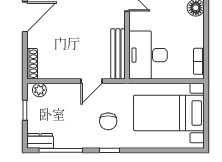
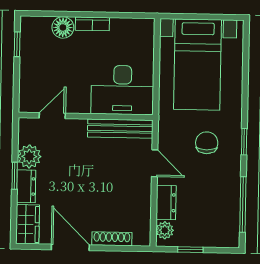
bookcase: (199, 61) -> (92, 24), moved
shoe rack: (32, 64) -> (112, 239), moved
chair: (108, 121) -> (207, 143), turned -90
dresser: (40, 141) -> (166, 203), moved, turned 180

